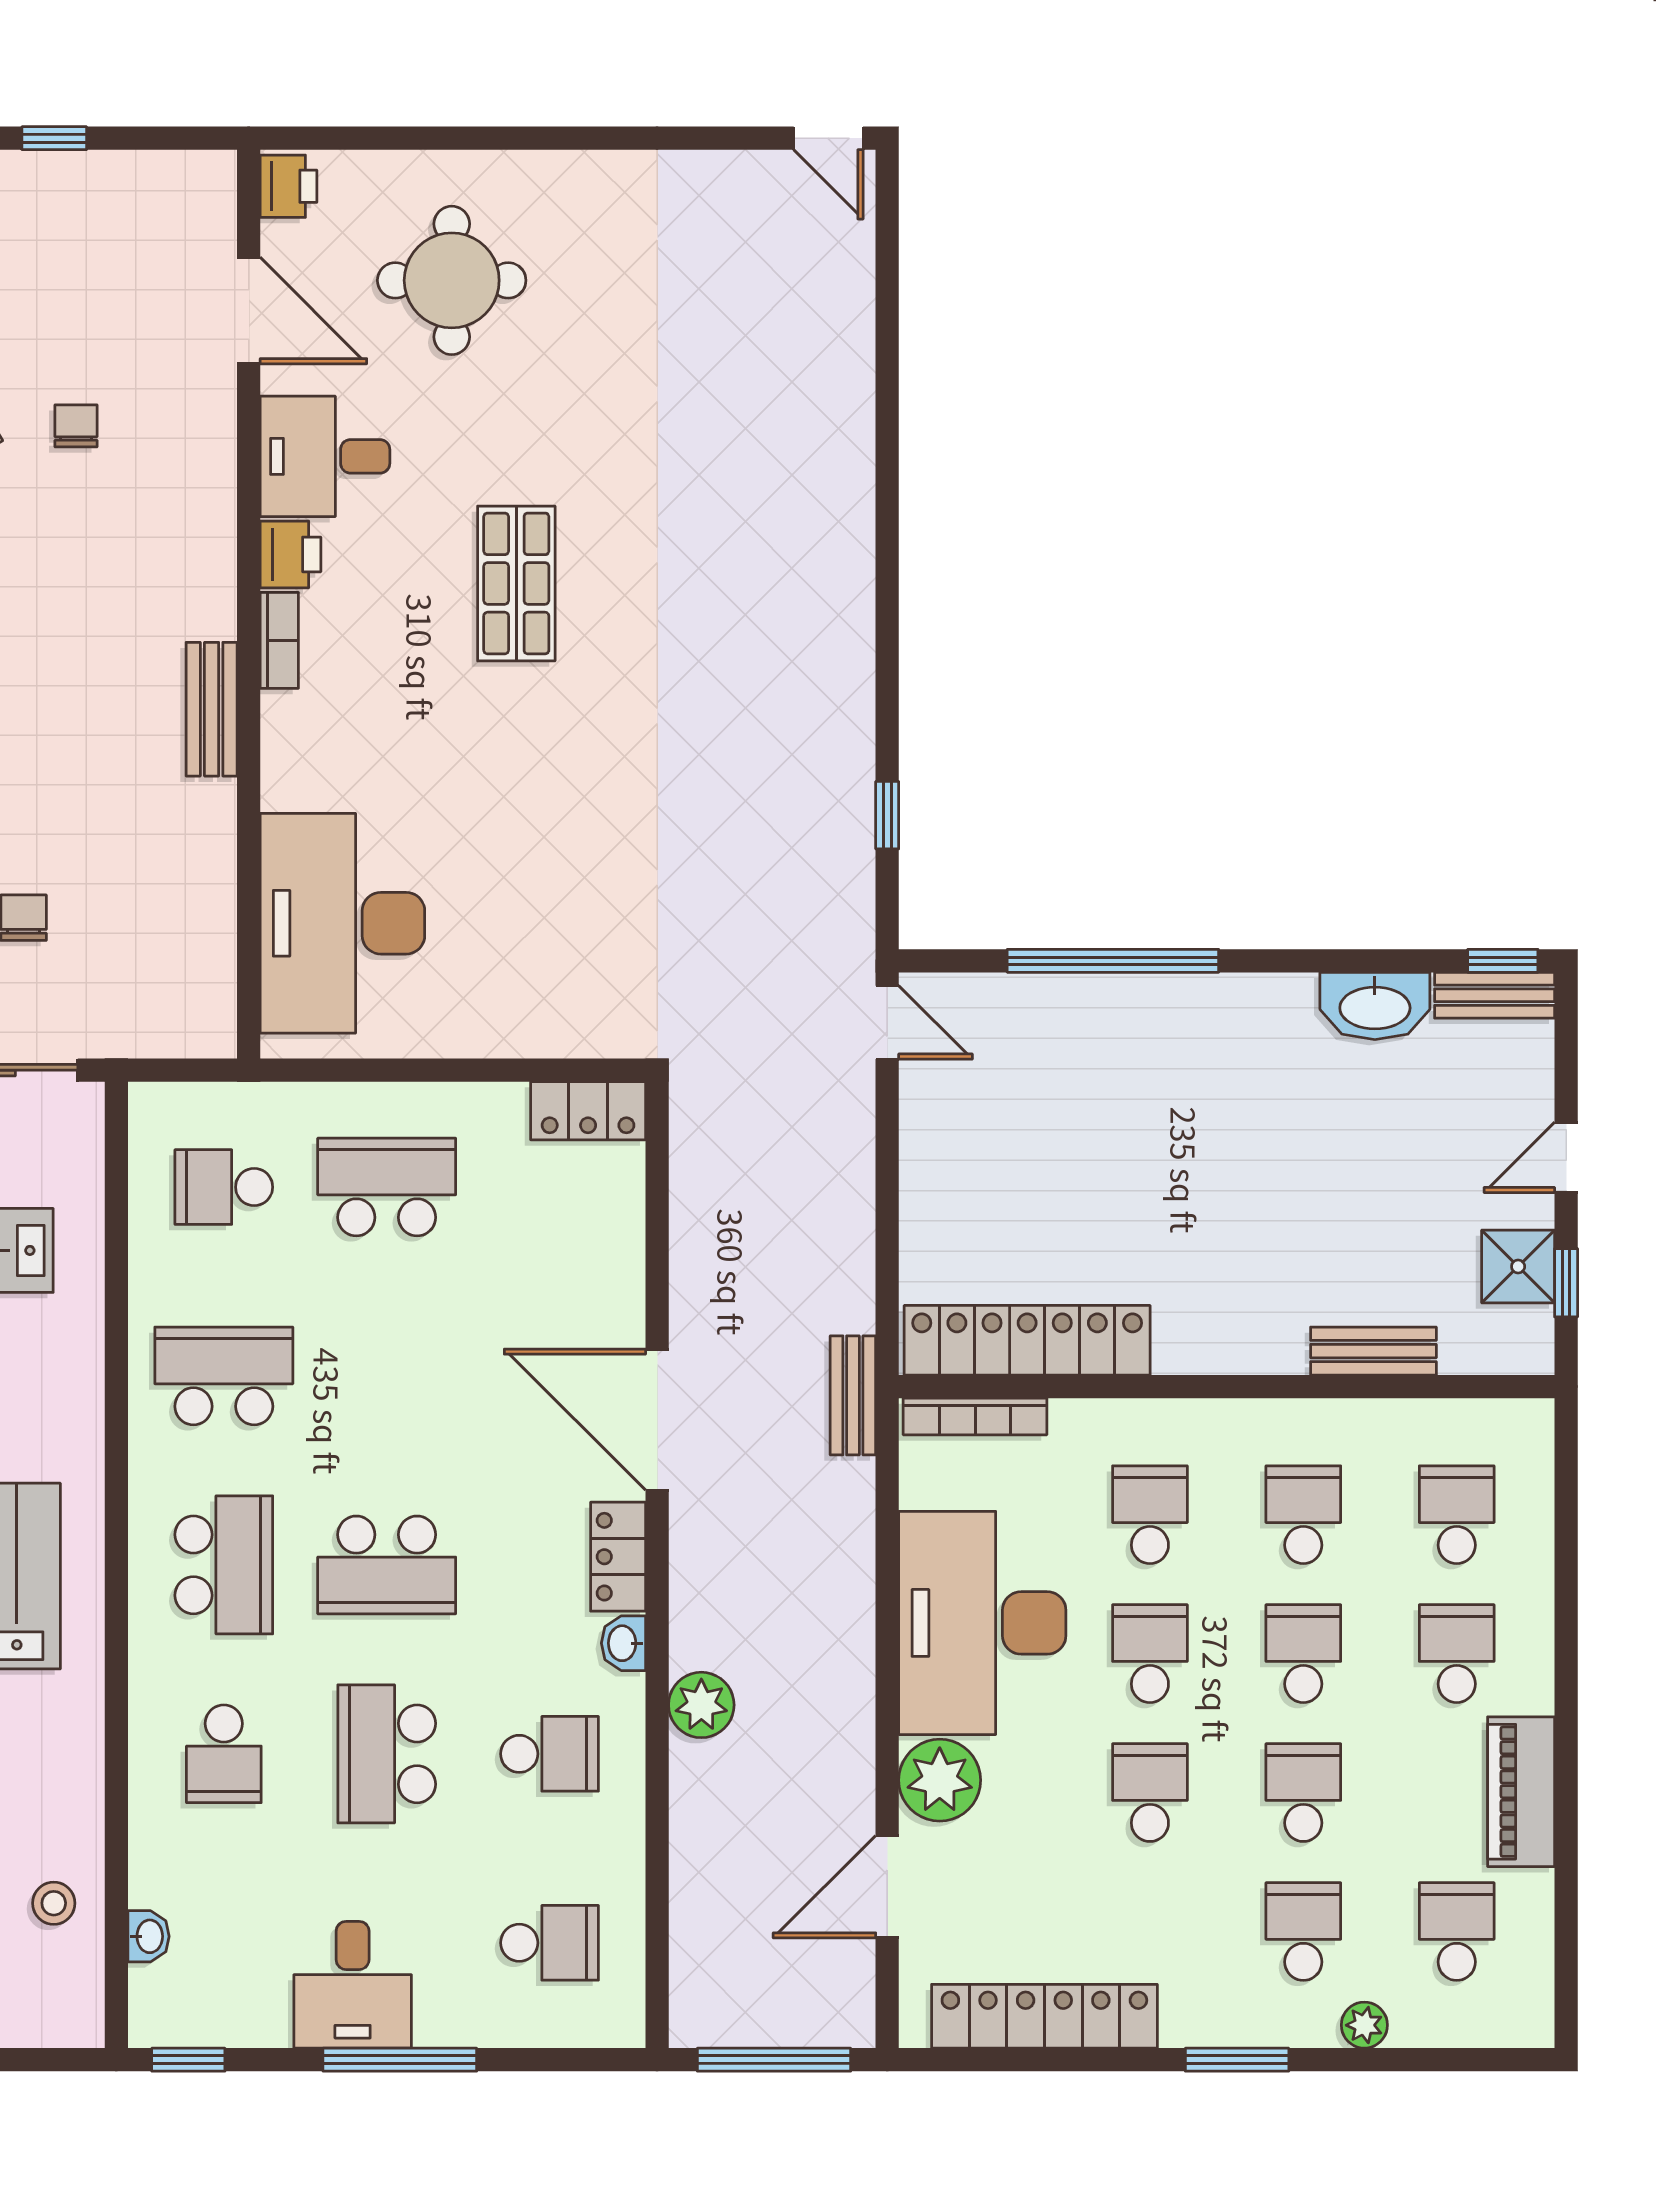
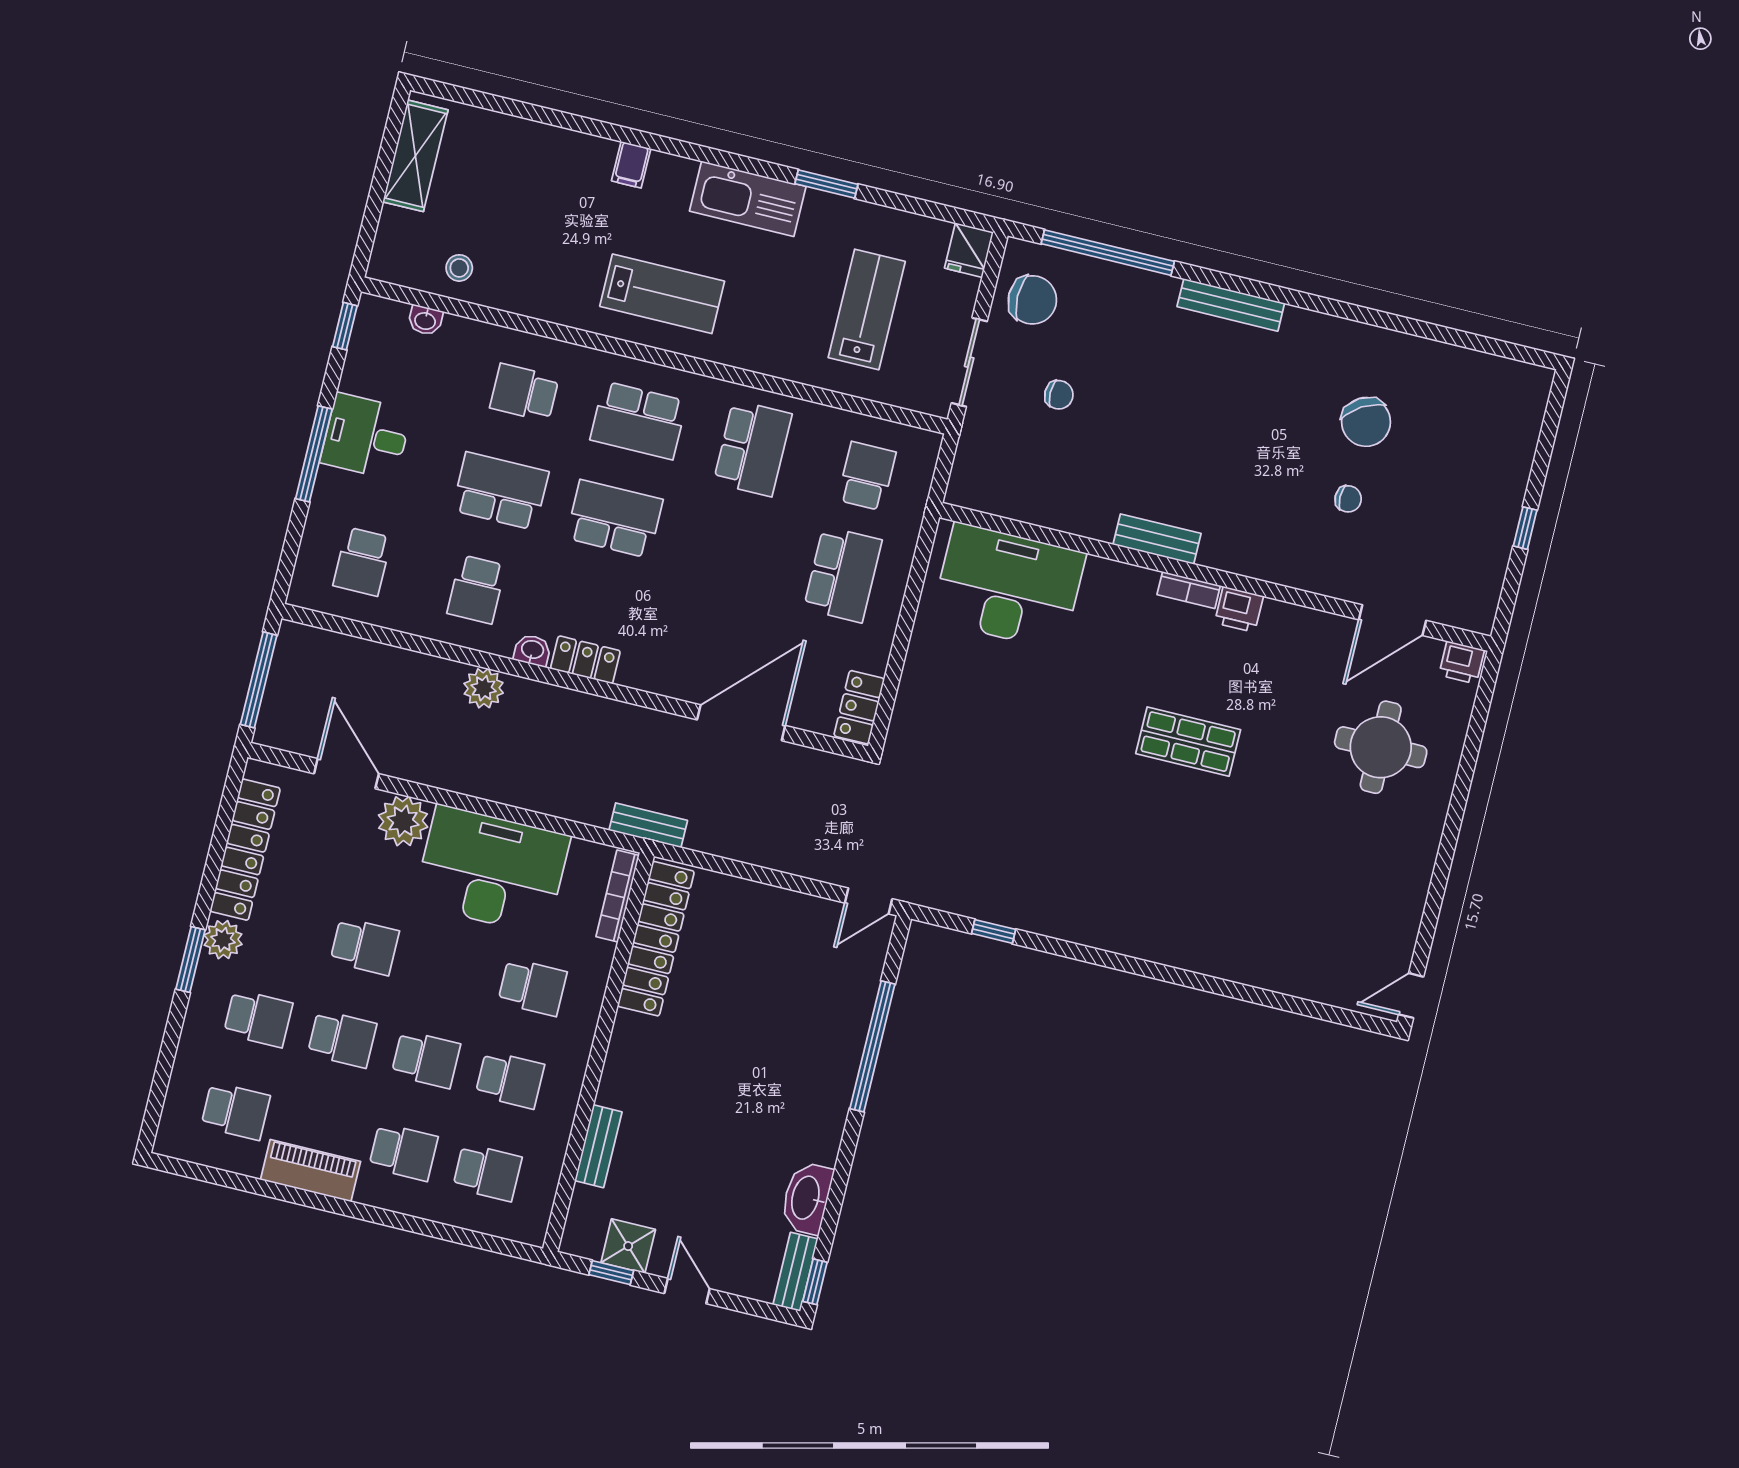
desk: (325, 456) -> (1293, 645), removed
door: (657, 1420) -> (741, 723), moved
school desk: (387, 1565) -> (614, 519), turned 90
school desk: (1150, 1654) -> (449, 967), removed
plant: (1364, 2025) -> (223, 940), moved, width x1.38, depth x1.38

